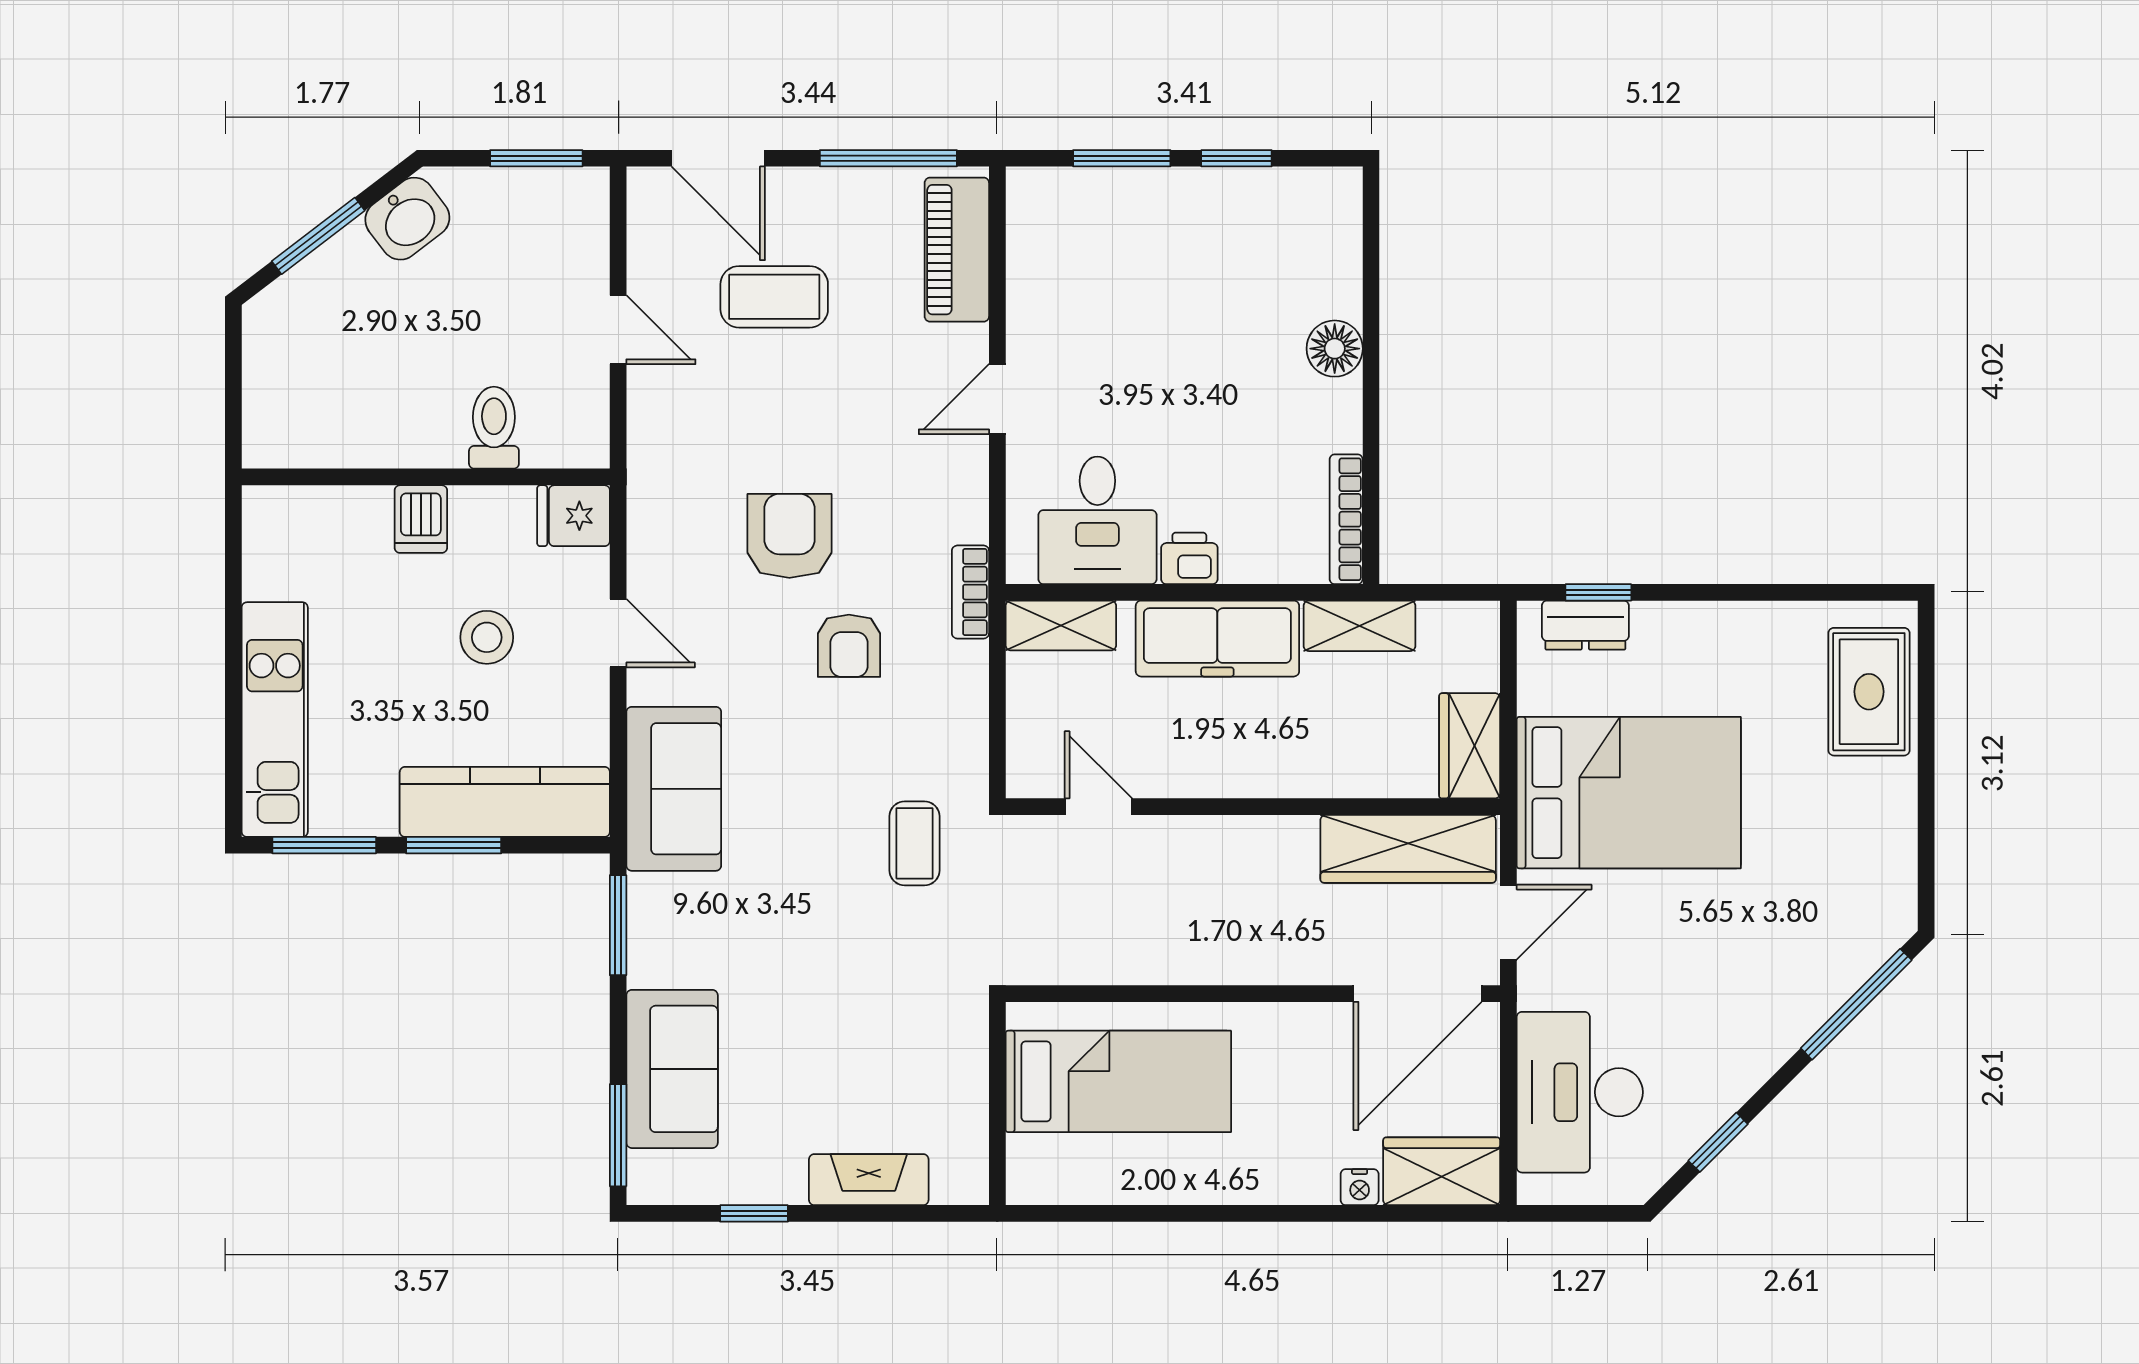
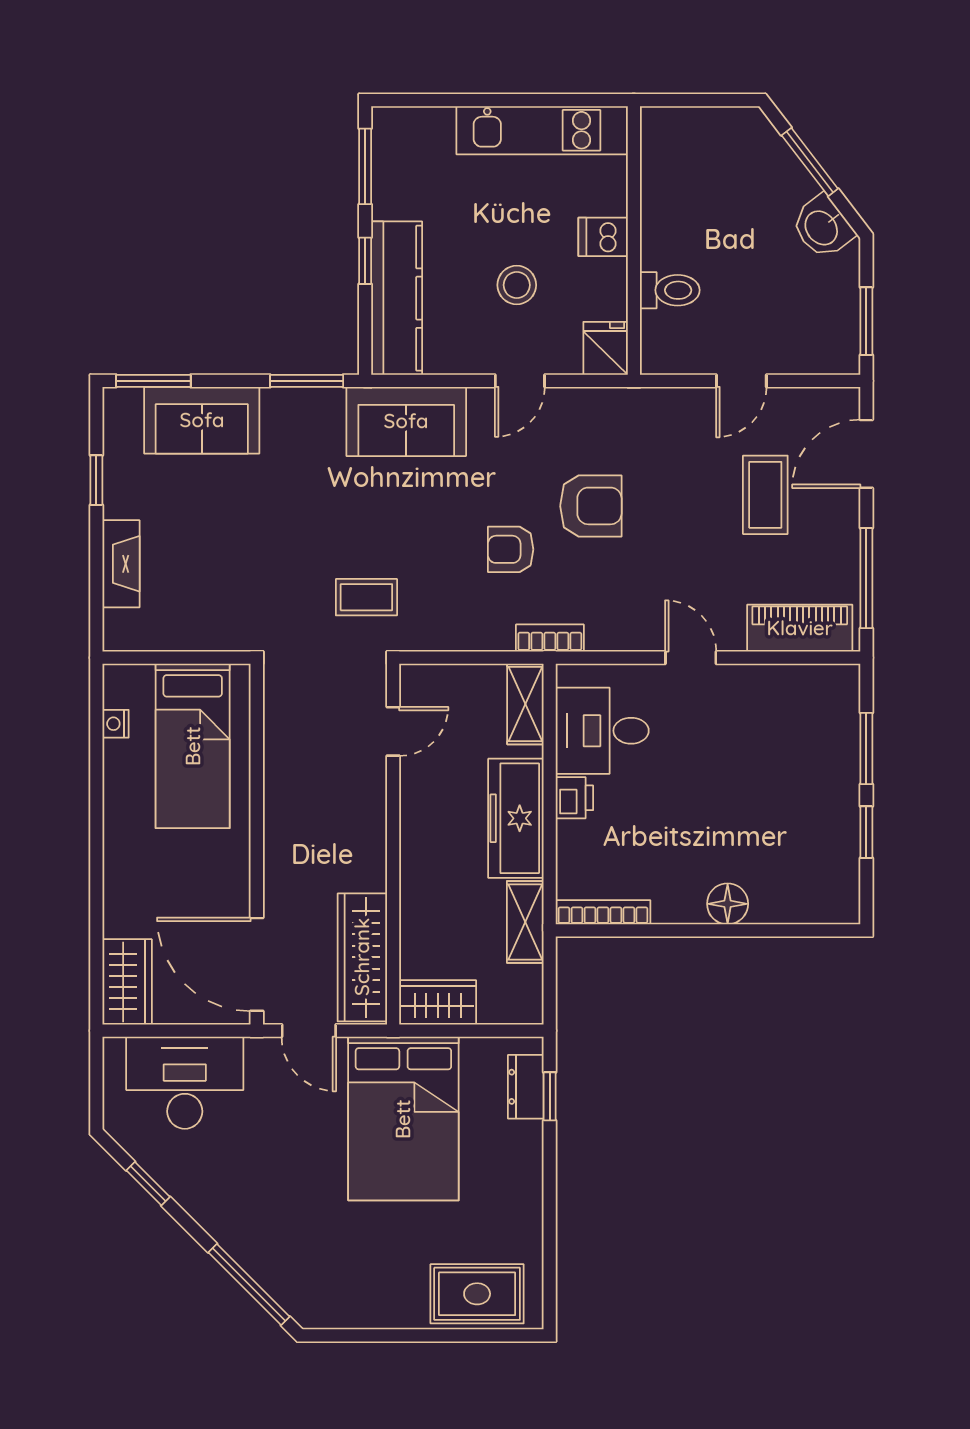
kitchen unit: (275, 720) -> (542, 130), moved
window: (454, 845) -> (365, 261), width x0.67
nightstand: (1360, 1187) -> (115, 724), moved

